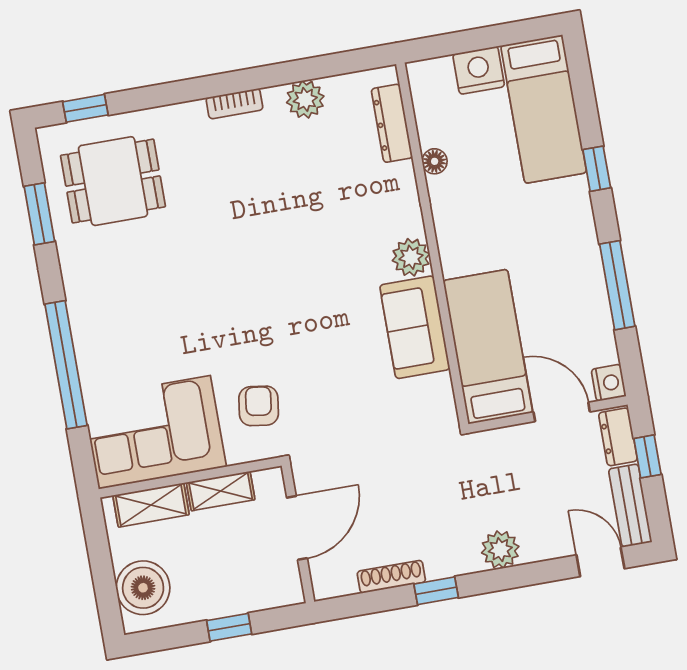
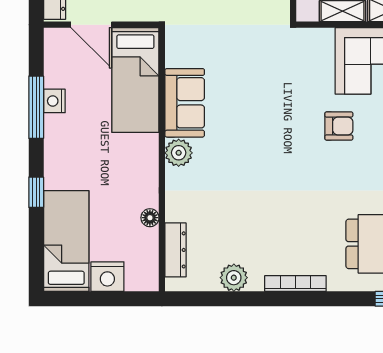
bookcase: (234, 104) -> (295, 284), width x1.56
nightstand: (609, 383) -> (54, 101), moved
armchair: (259, 406) -> (339, 126), moved, turned -98

